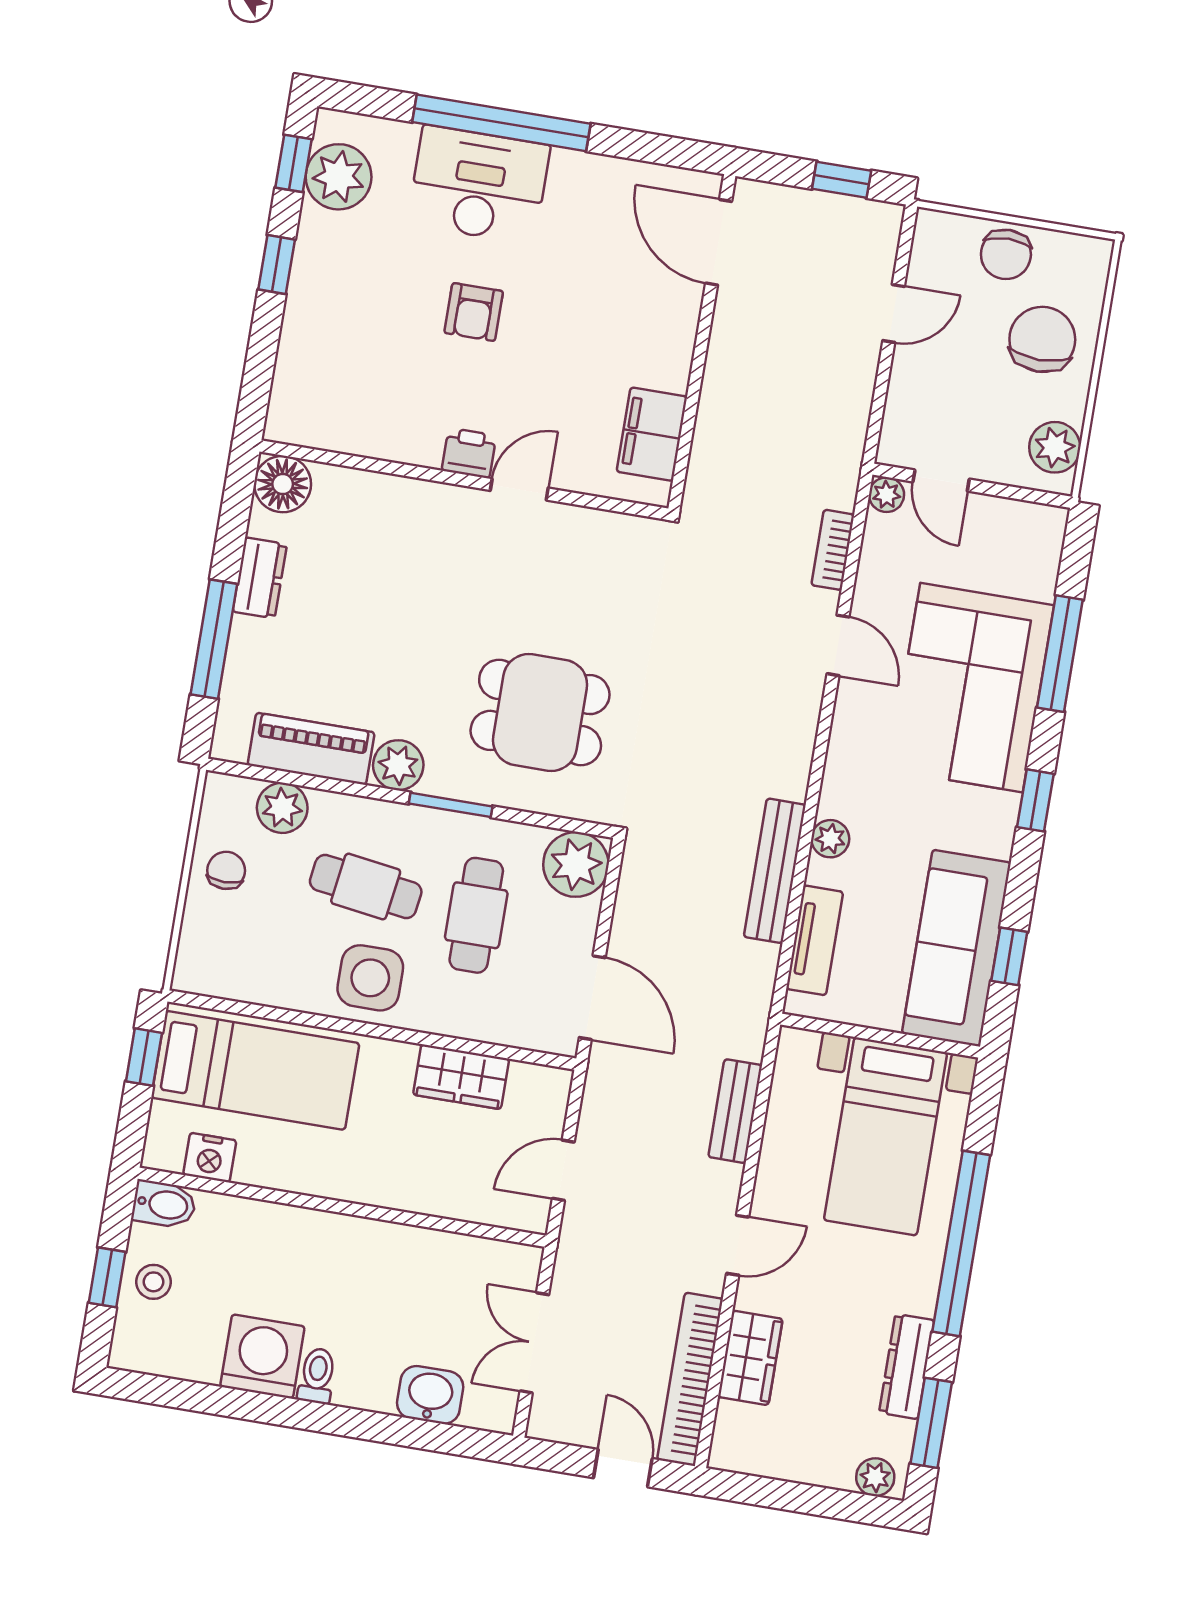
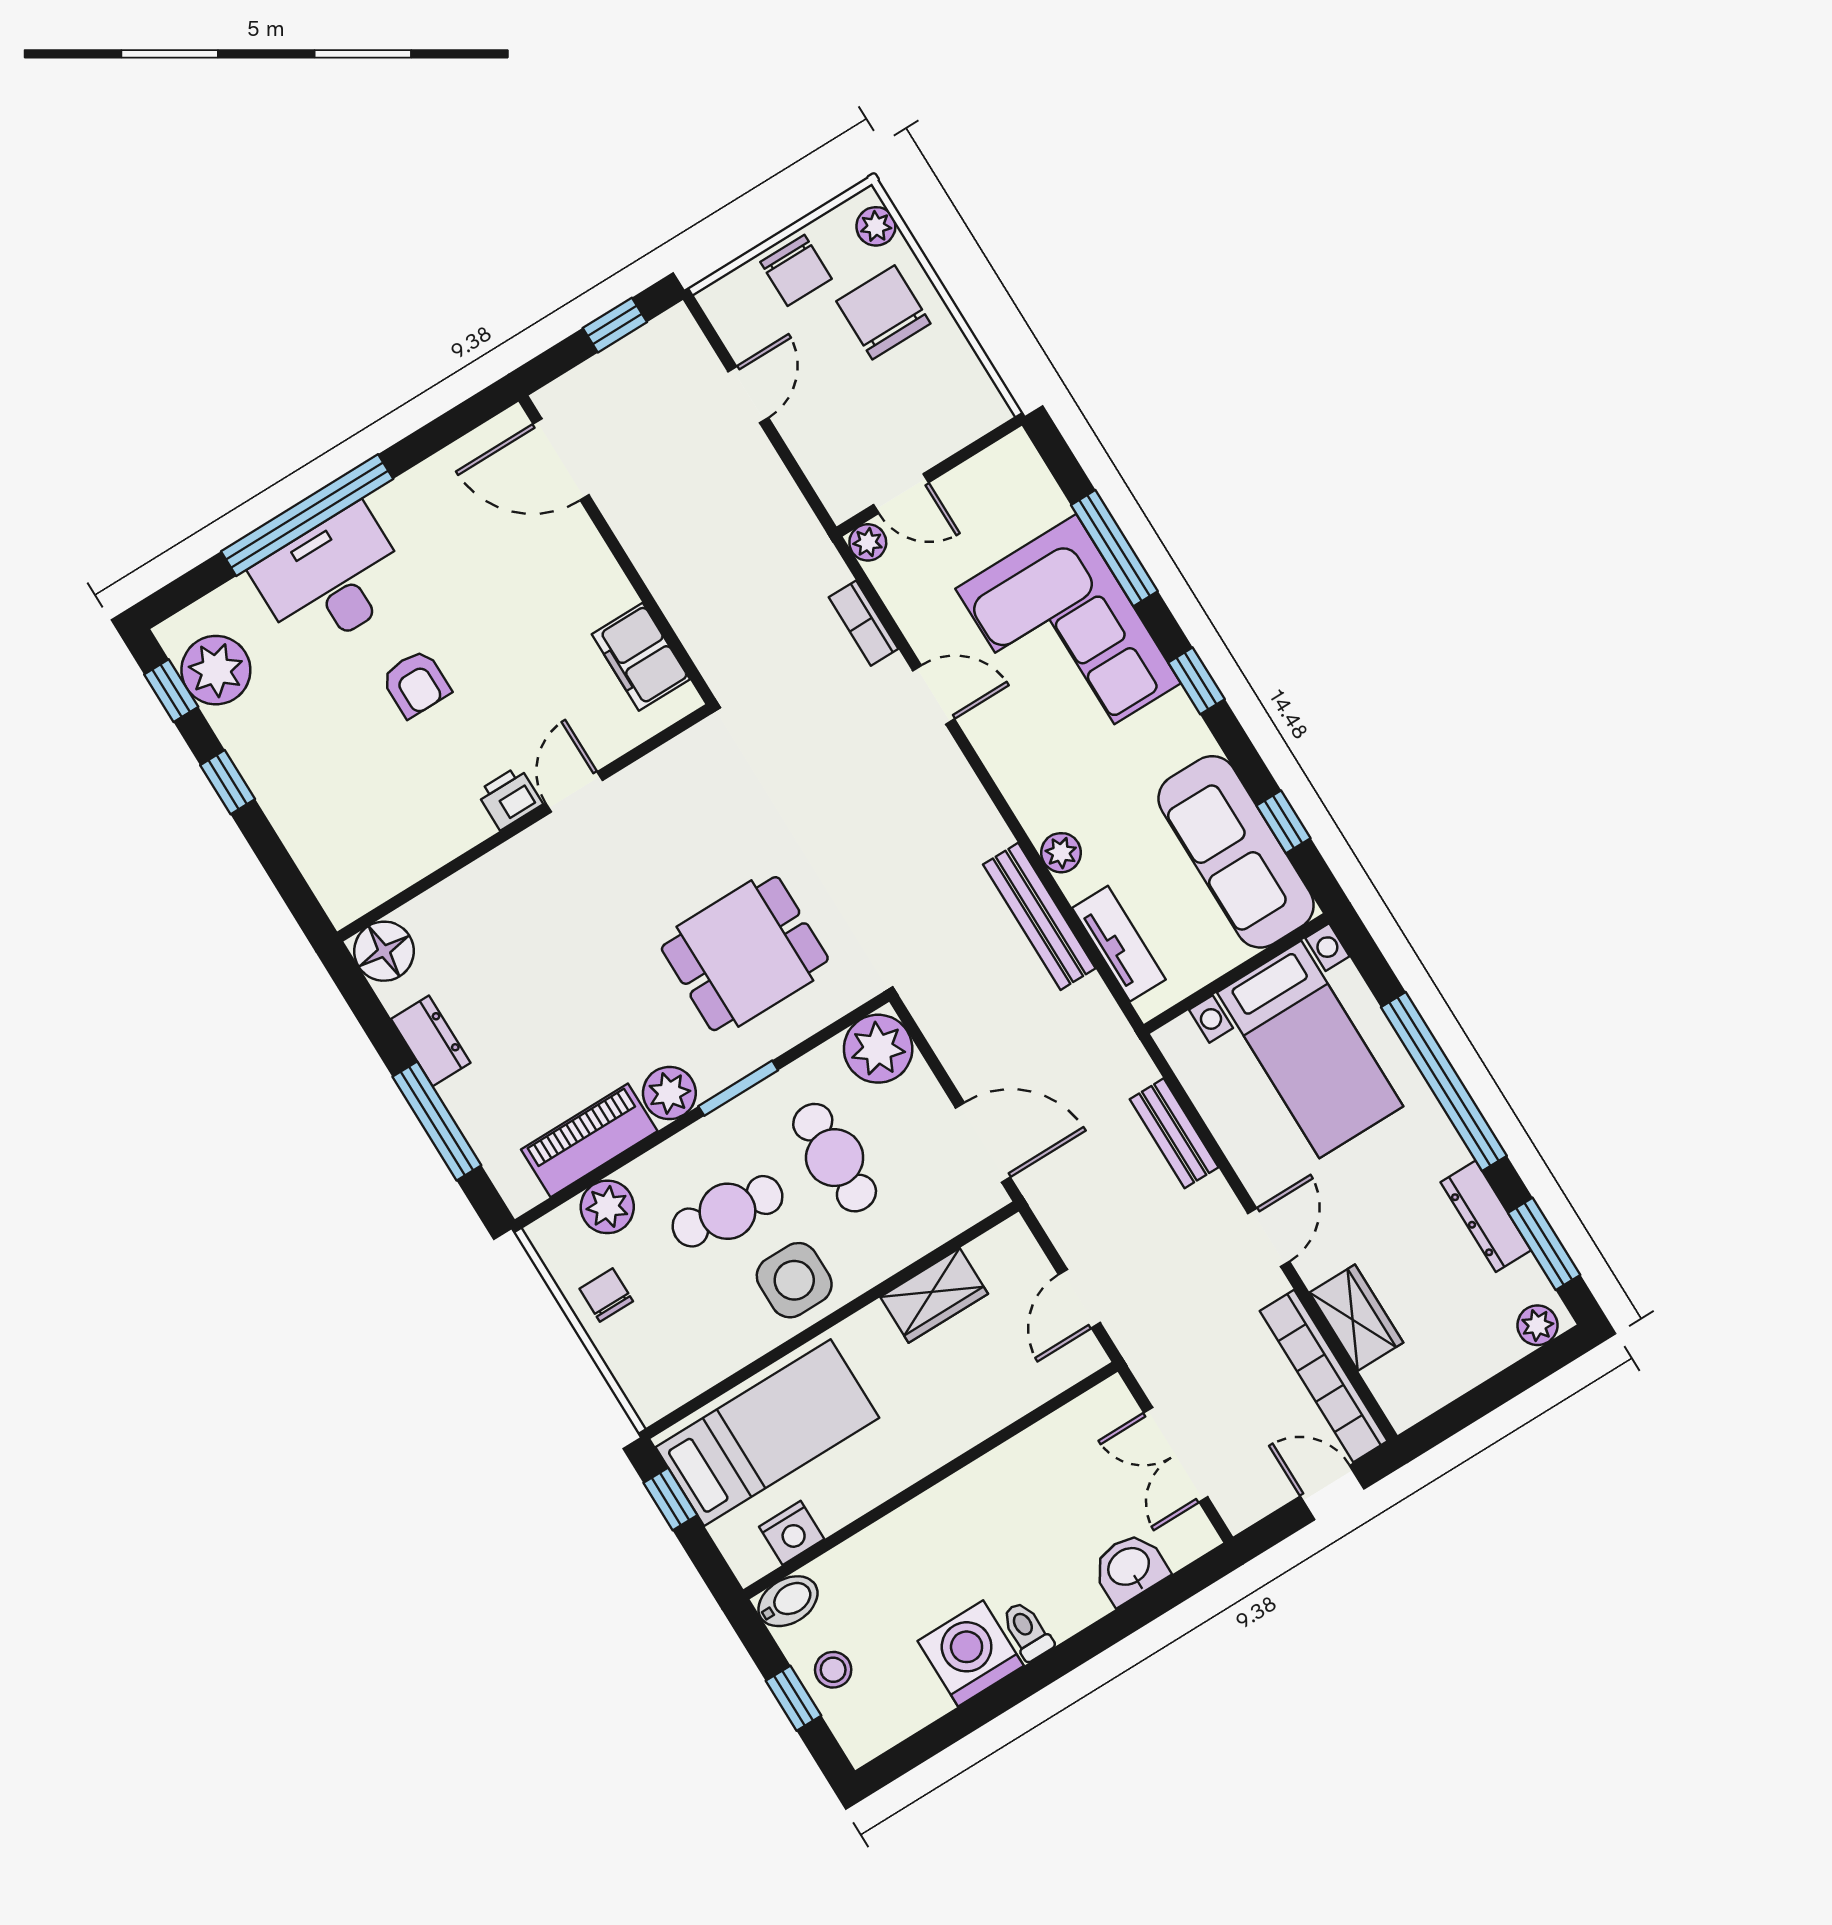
plant: (1055, 447) -> (876, 226), moved, width x0.73, depth x0.73

